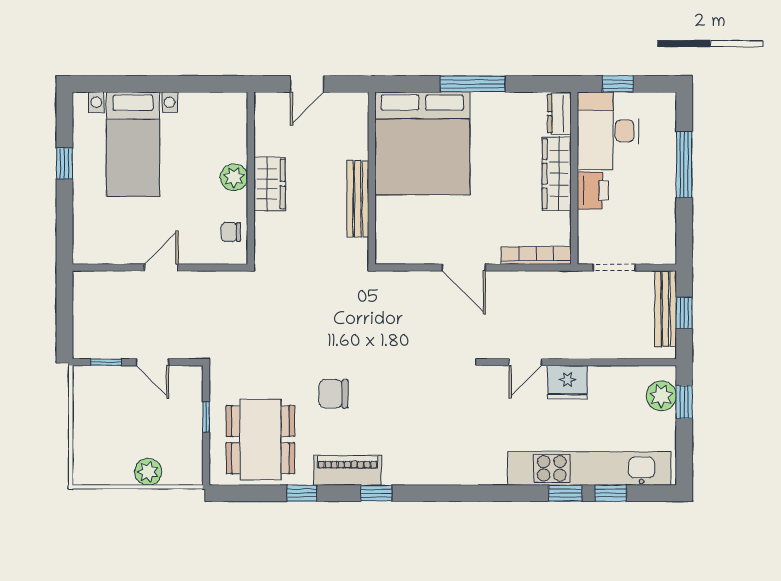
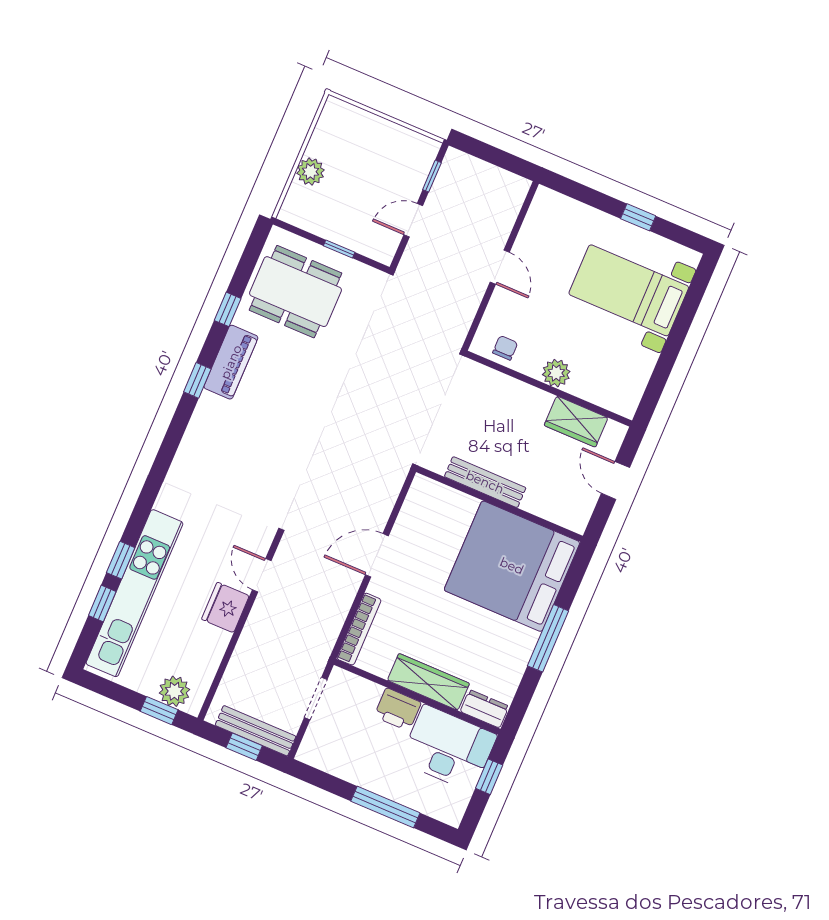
wardrobe: (270, 184) -> (576, 422), moved
chair: (333, 394) -> (310, 380), removed

